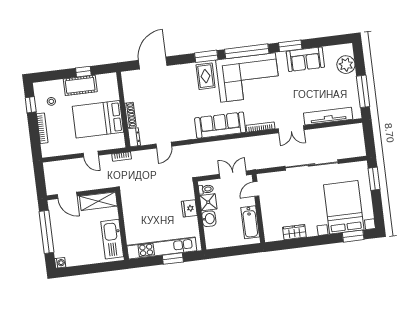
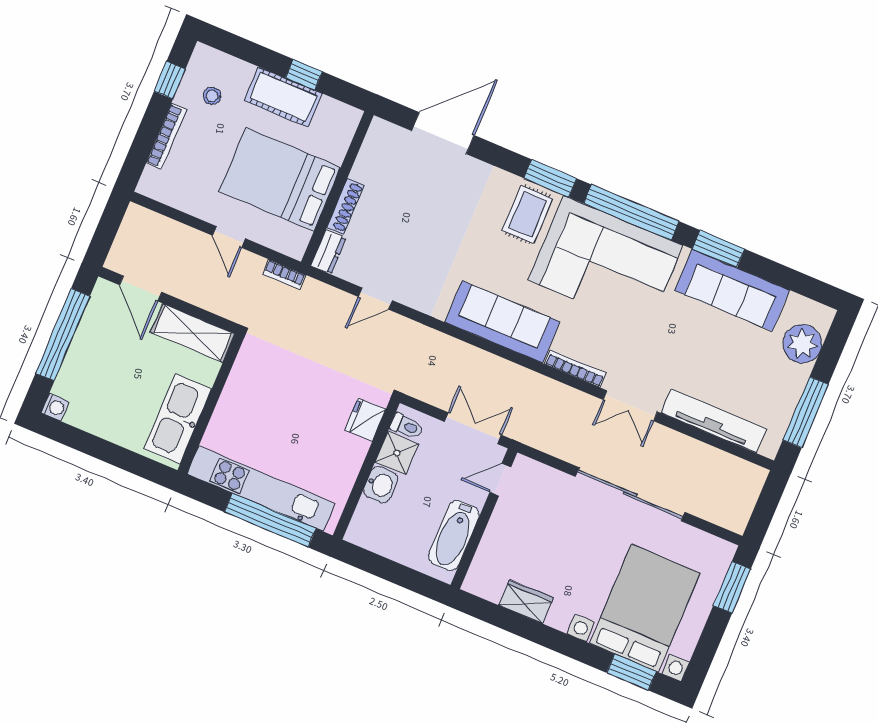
sofa: (305, 59) -> (732, 290), width x1.36
fridge: (189, 208) -> (365, 420), moved
window: (173, 259) -> (270, 520), width x2.11

